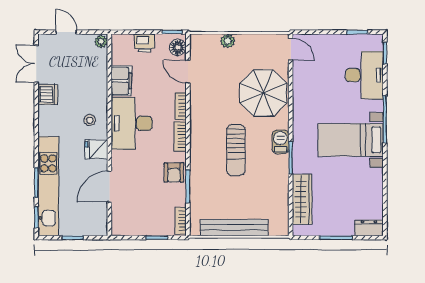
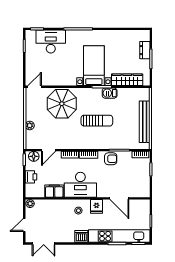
dishwasher: (48, 94) -> (81, 236), moved
bed with nightstands: (351, 140) -> (94, 66), moved, turned 180
barbecue: (281, 142) -> (110, 93), moved
dresser: (369, 228) -> (145, 50), moved

